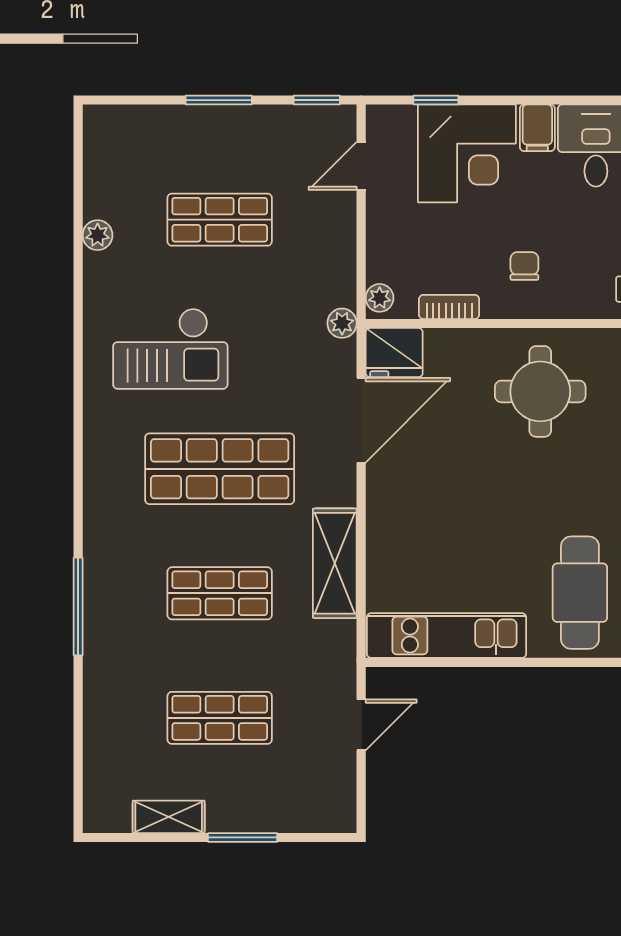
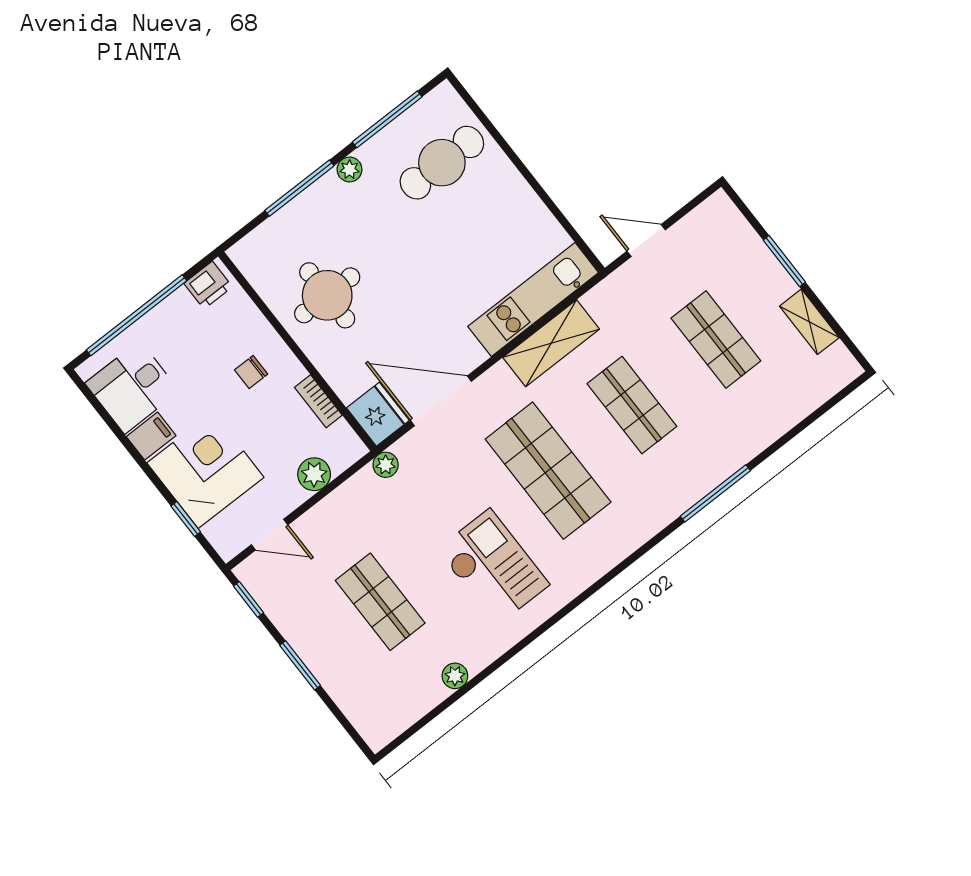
plant: (380, 298) -> (314, 474), moved, width x1.38, depth x1.38
kitchen unit: (447, 636) -> (533, 299), moved, turned 90

